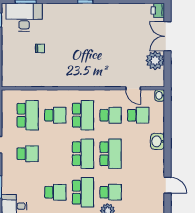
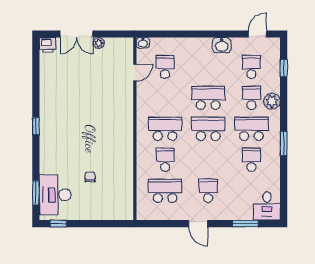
plant: (155, 60) -> (99, 43), width x0.53, depth x0.53
school desk: (111, 115) -> (251, 67), moved
washbasin: (157, 141) -> (222, 45), moved
door: (168, 185) -> (257, 34), moved

